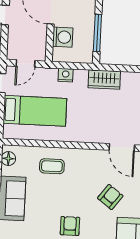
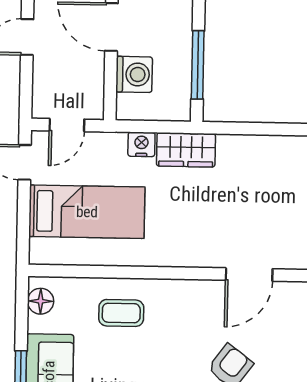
wardrobe: (104, 80) -> (186, 150), moved
door: (122, 147) -> (249, 275), hinge flipped

